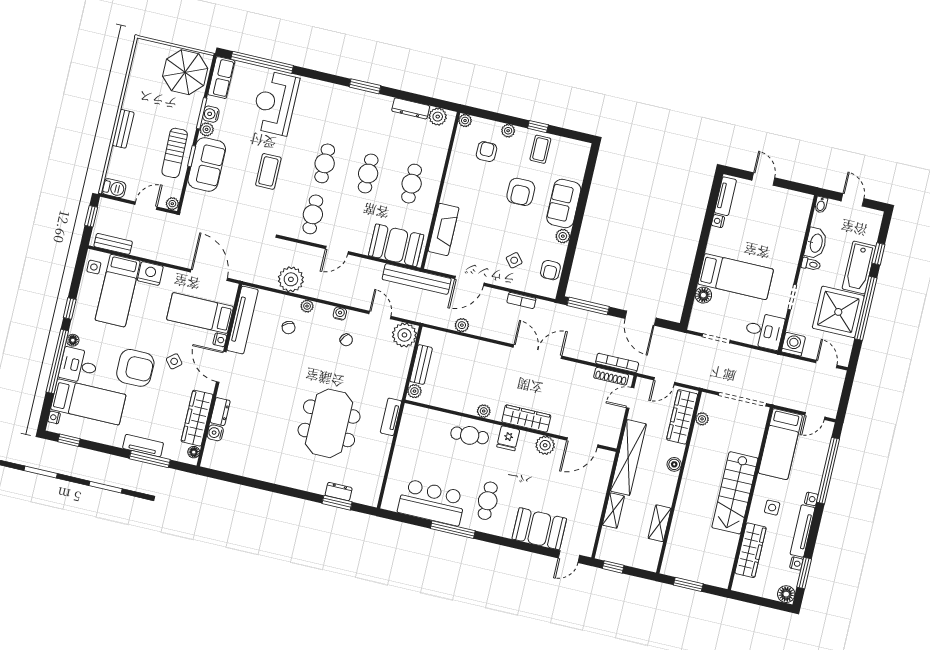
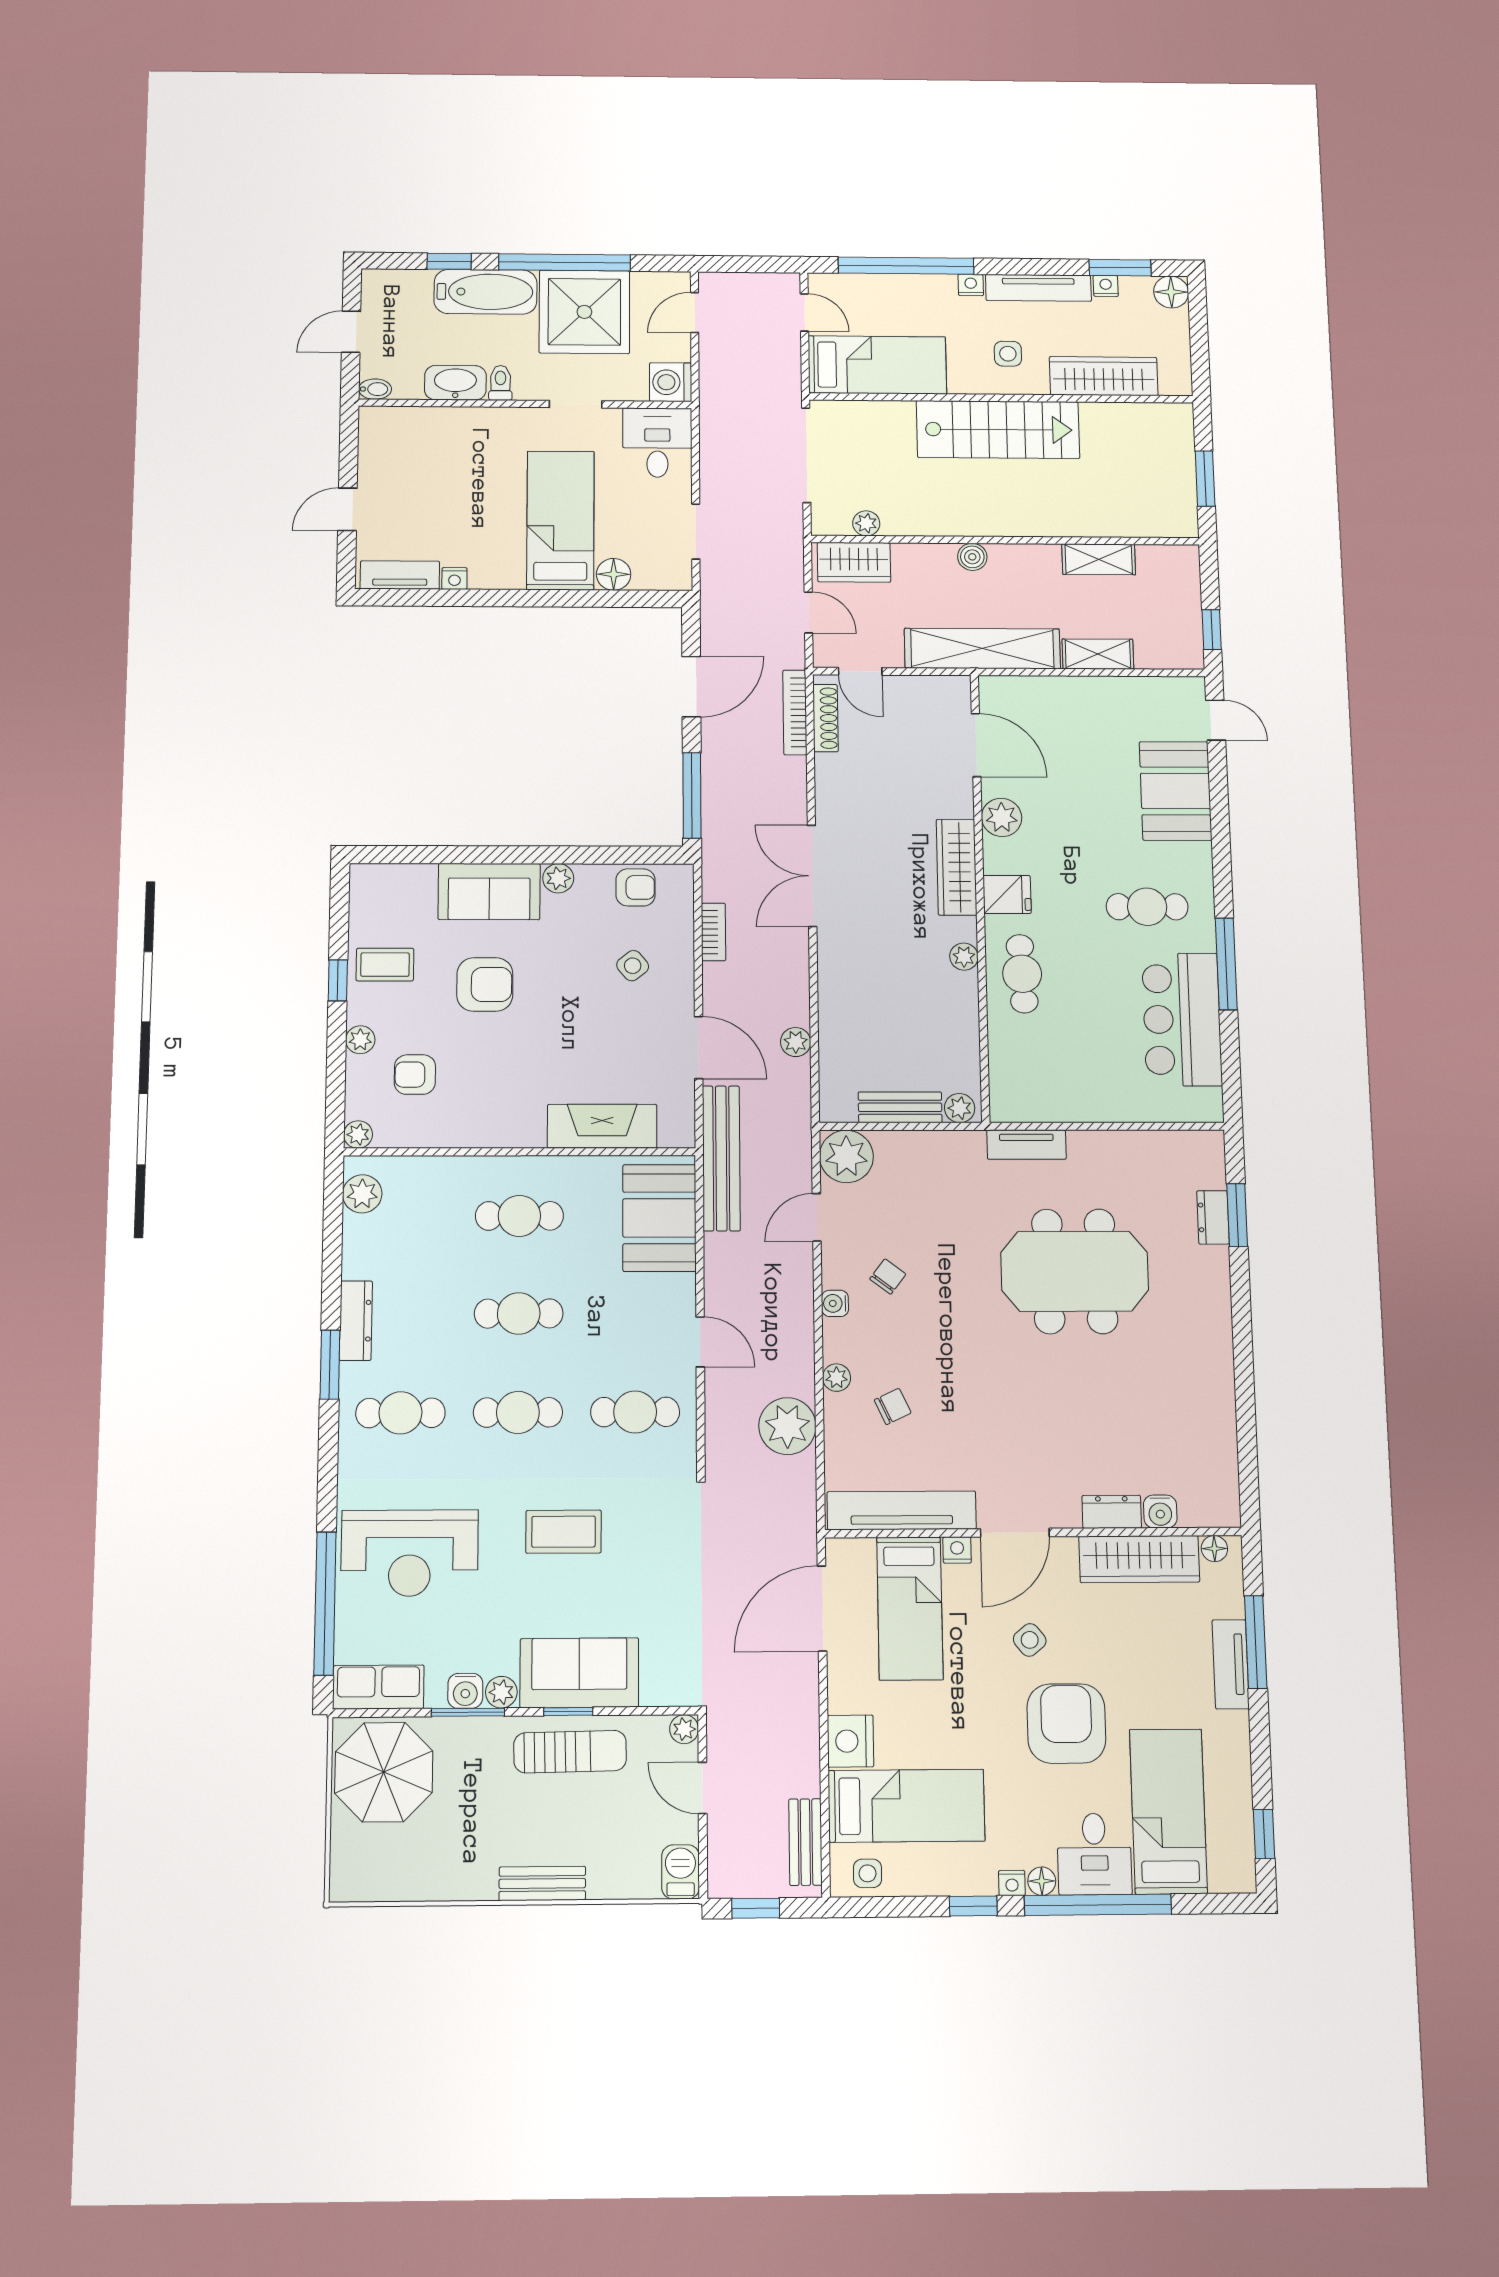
dresser: (411, 108) -> (356, 1321), moved
cafe table: (337, 112) -> (400, 1413), added
nightstand: (54, 417) -> (1012, 1883), moved
wardrobe: (682, 417) -> (854, 562), width x0.67

